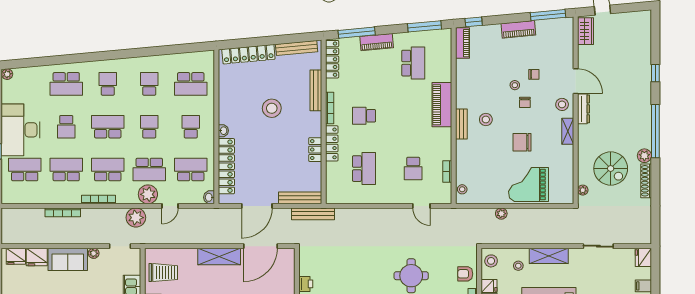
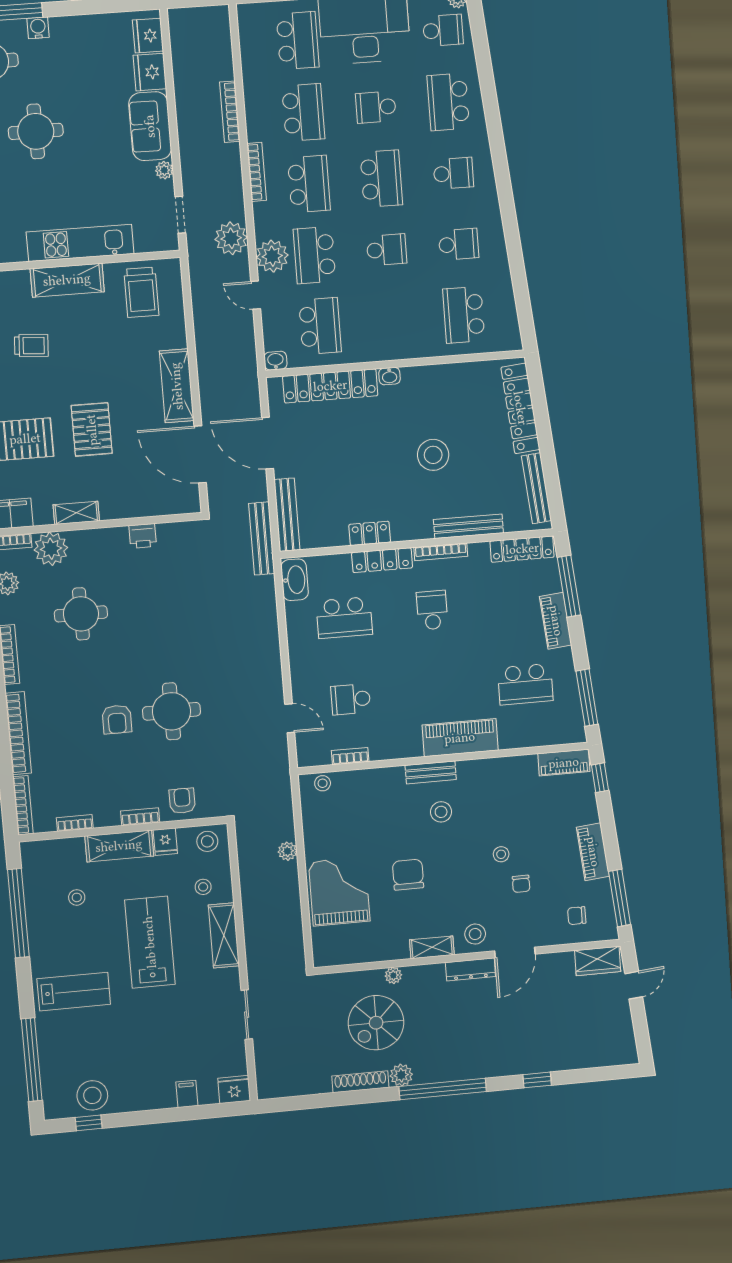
chair: (525, 102) -> (577, 916), moved
school desk: (191, 127) -> (443, 30), moved
plant: (583, 190) -> (393, 975), moved
washbasin: (339, 196) -> (295, 580), added
door: (421, 206) -> (290, 718), swing flipped

